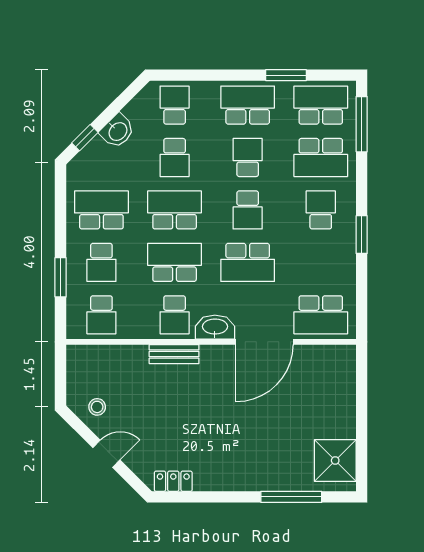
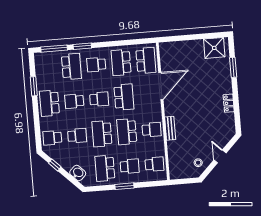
school desk: (321, 105) -> (121, 62), moved
washbasin: (117, 131) -> (78, 173), moved
window: (85, 138) -> (55, 165), moved
window: (362, 235) -> (82, 46), moved
window: (61, 277) -> (124, 186), moved
washbasin: (215, 327) -> (156, 110), removed
door: (264, 342) -> (161, 86), hinge flipped
locker: (173, 481) -> (229, 103), moved
window: (291, 497) -> (233, 67), width x0.69

